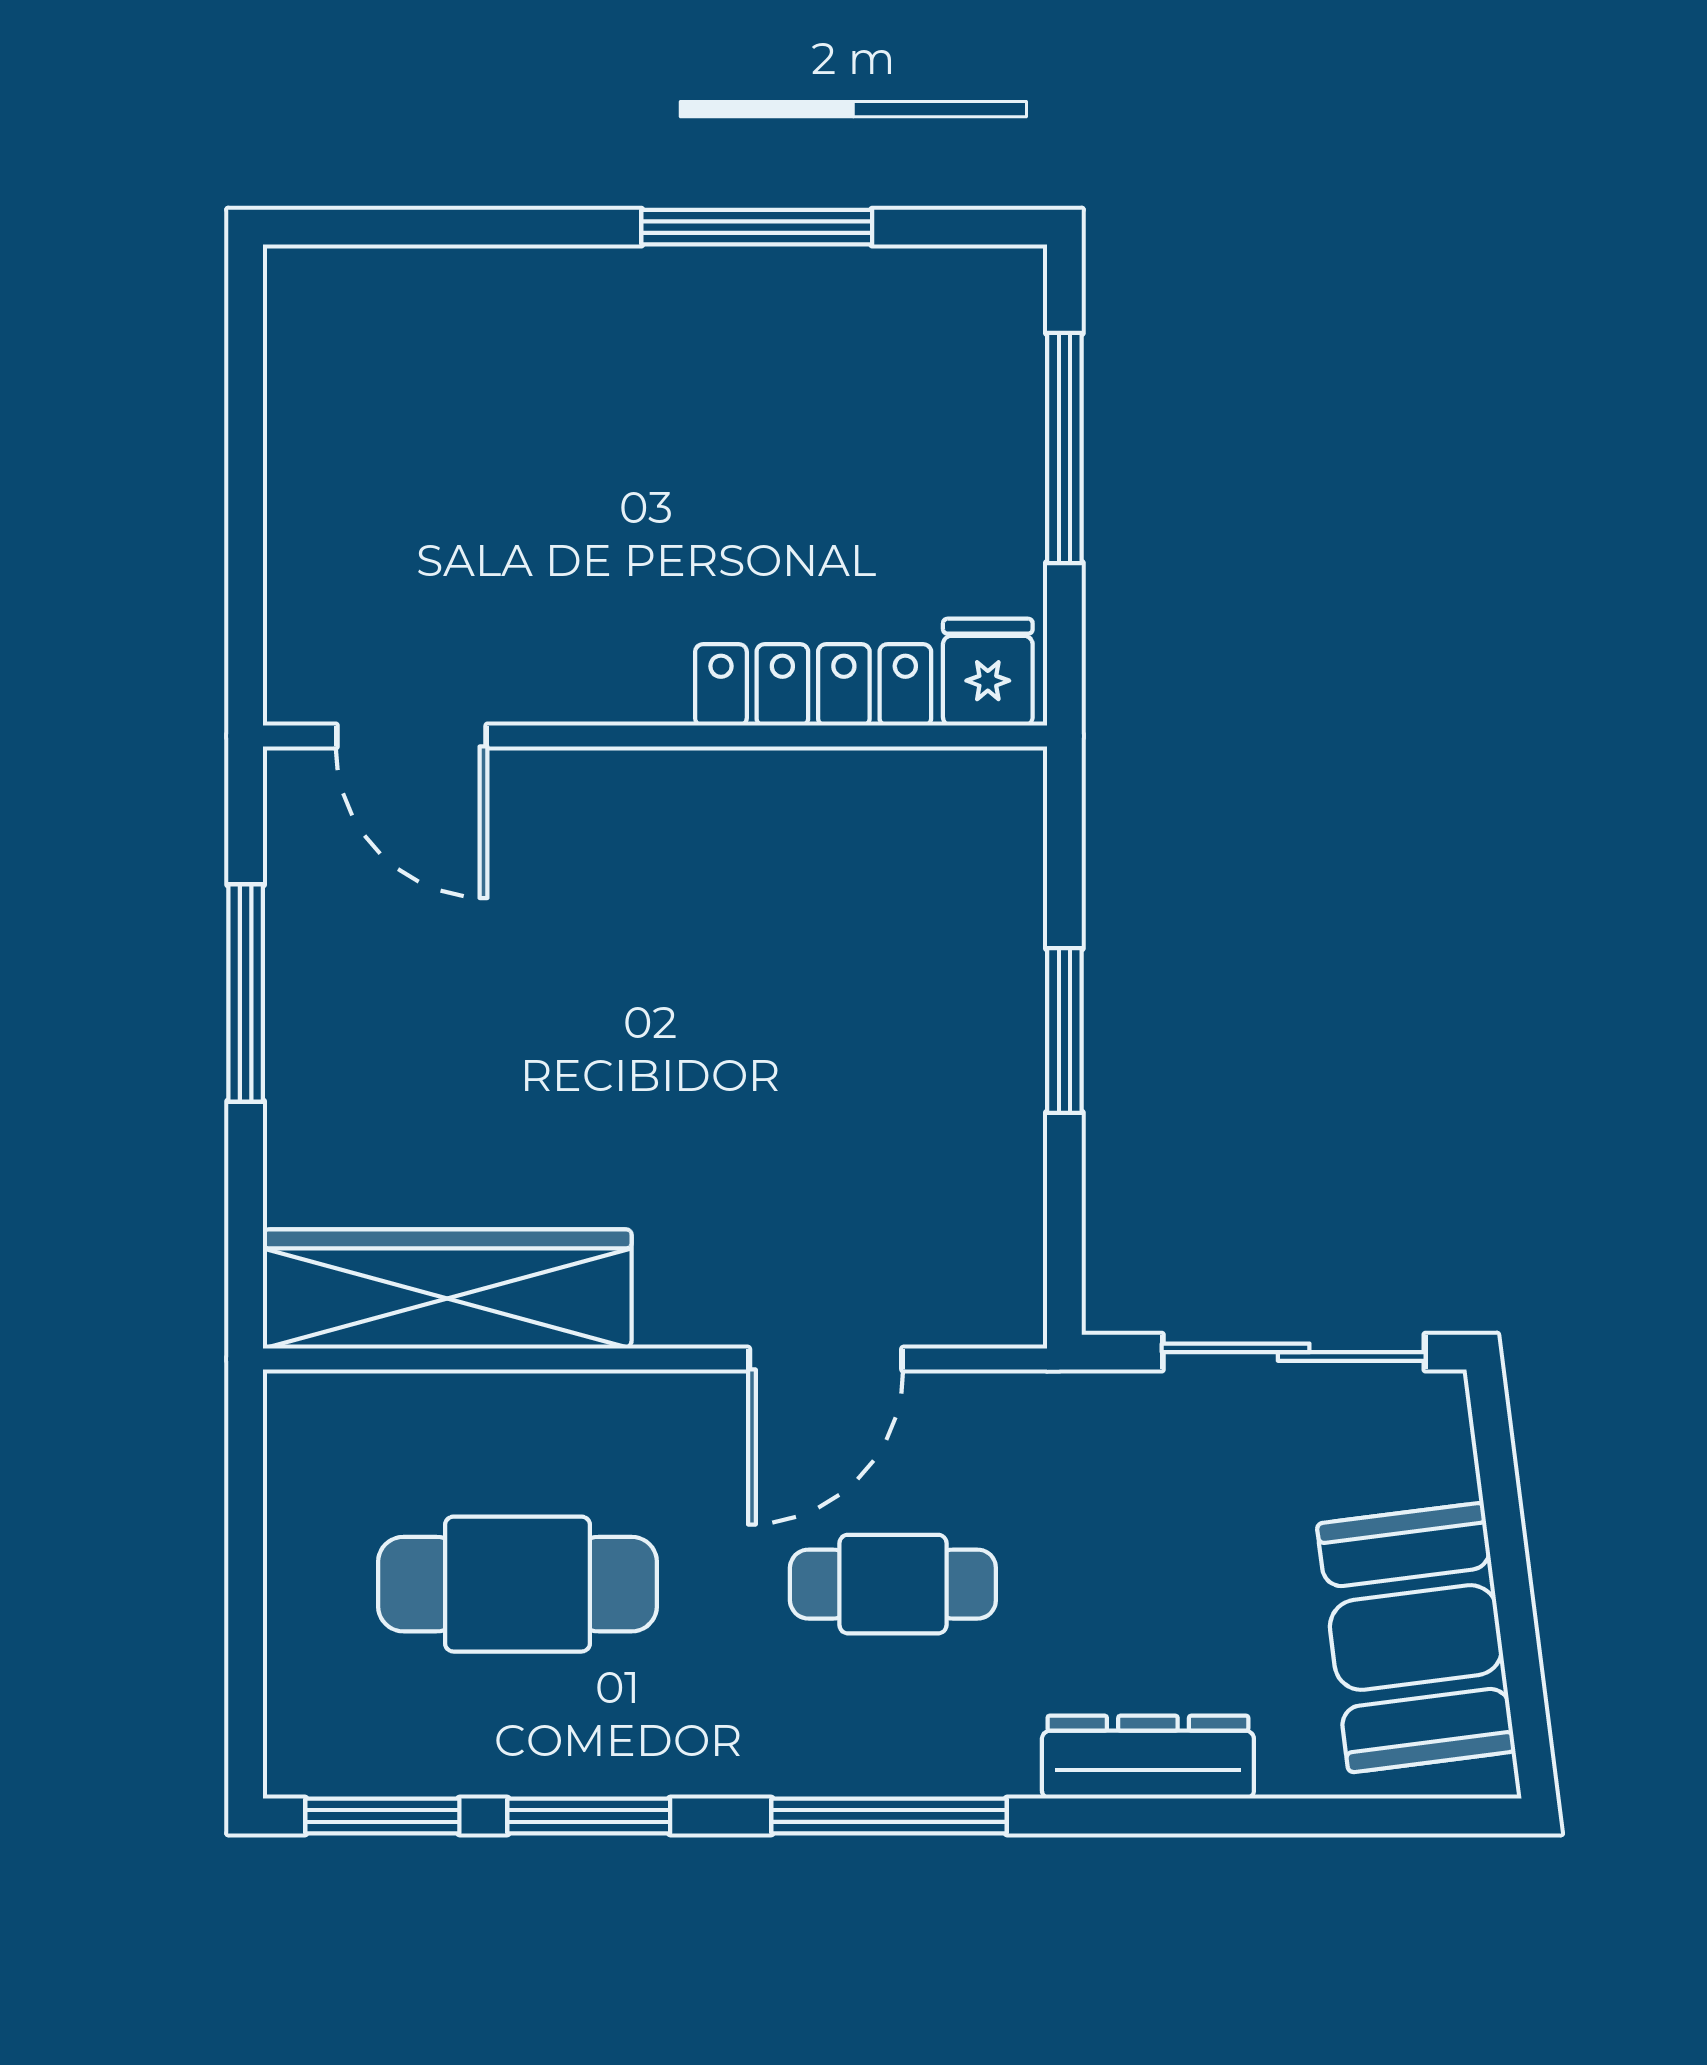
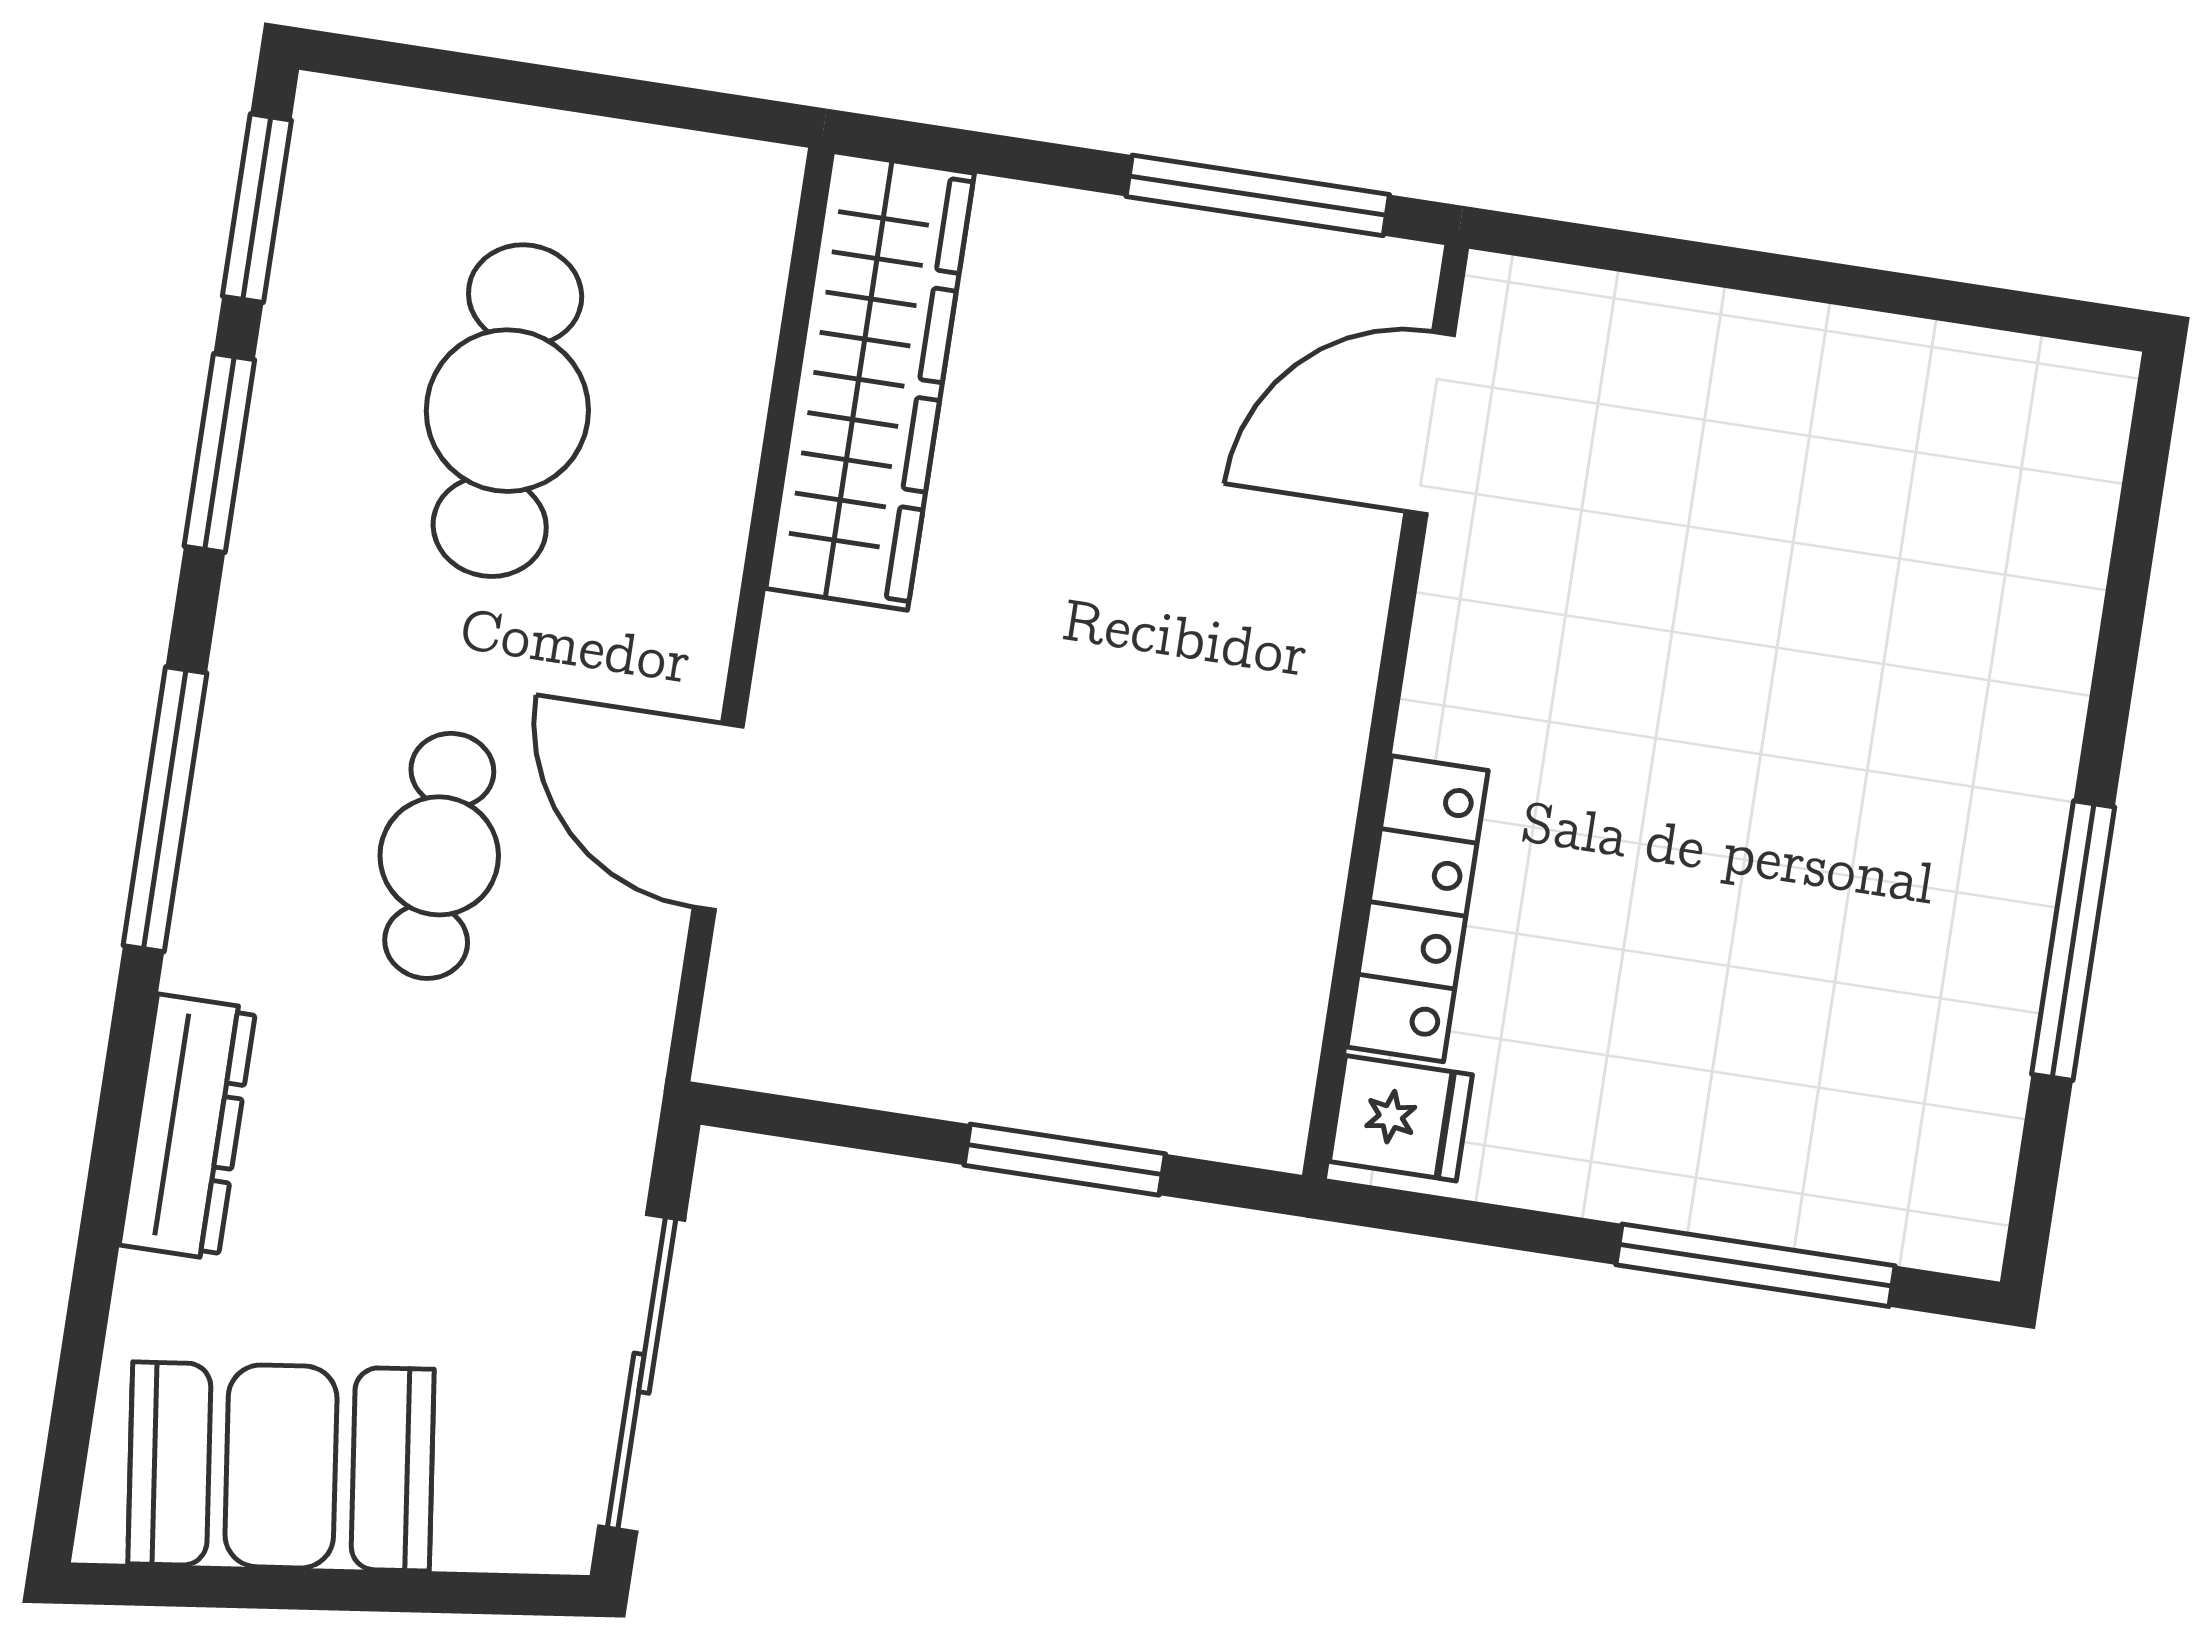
fridge: (988, 672) -> (1401, 1118), moved
locker: (813, 685) -> (1417, 909), moved
door: (412, 736) -> (1430, 423), moved
wall: (655, 736) -> (1386, 712), moved

